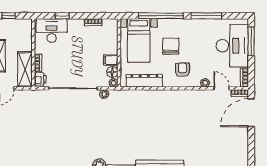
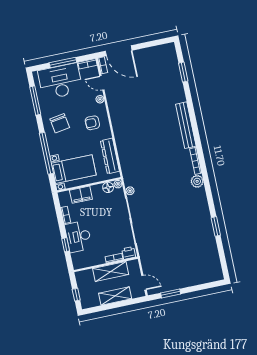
window: (206, 16) -> (35, 101), moved
desk: (52, 31) -> (78, 237), moved
window: (251, 41) -> (63, 62), moved
chair: (171, 46) -> (60, 123), moved, turned -99
filing cabinet: (111, 60) -> (81, 195), moved, width x2.00
shelving: (25, 69) -> (111, 271), moved
door: (222, 88) -> (102, 83), hinge flipped

